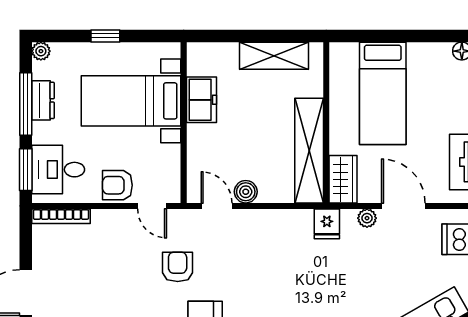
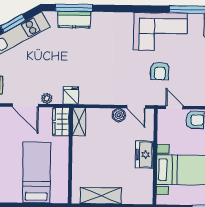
freezer: (201, 100) -> (145, 155), moved
shelving: (309, 151) -> (79, 122), width x0.45, depth x0.75

